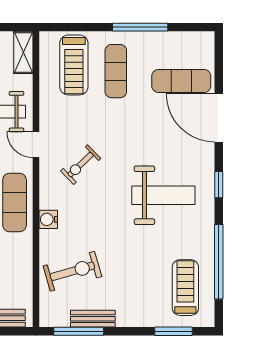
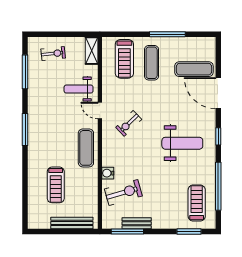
water cooler: (48, 219) -> (108, 173), moved

